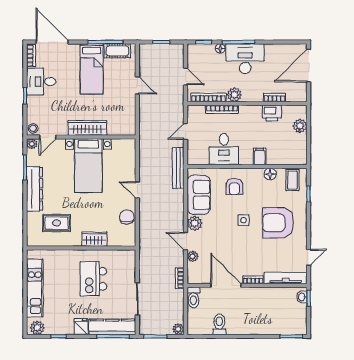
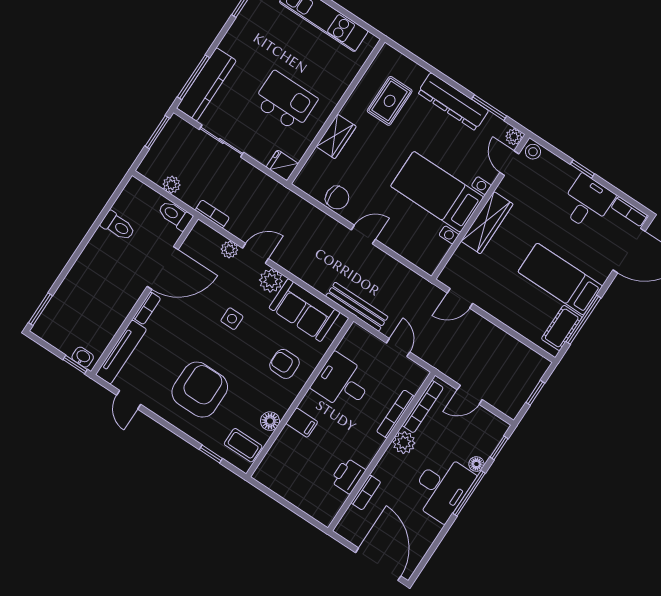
door: (137, 85) -> (460, 298), moved
plant: (300, 126) -> (307, 501), removed
side table: (244, 220) -> (232, 319), moved
fridge: (81, 327) -> (282, 165), moved, turned 180
plant: (178, 329) -> (172, 185), moved

